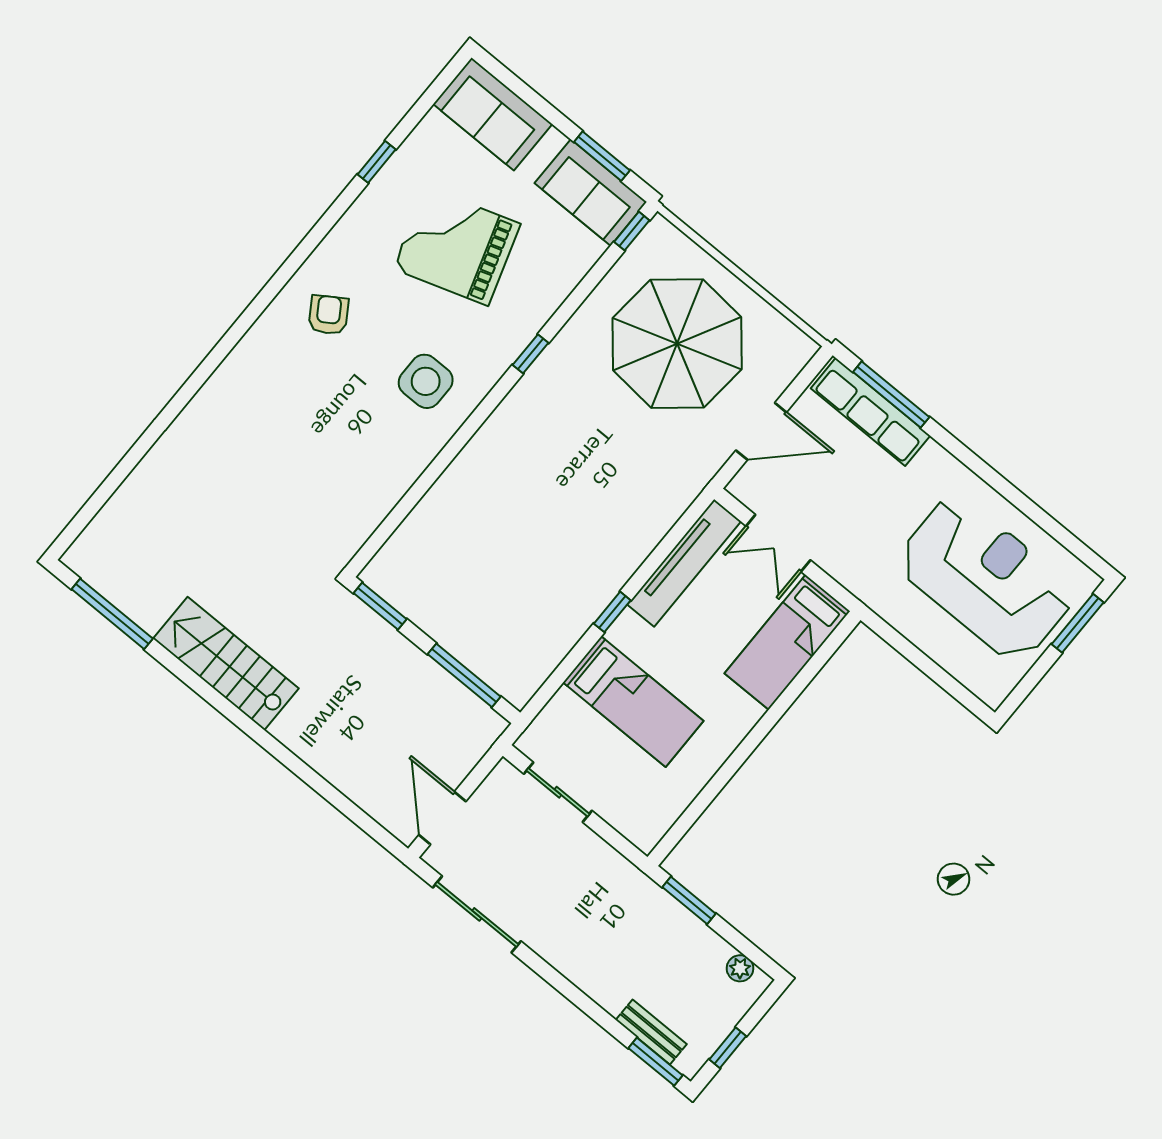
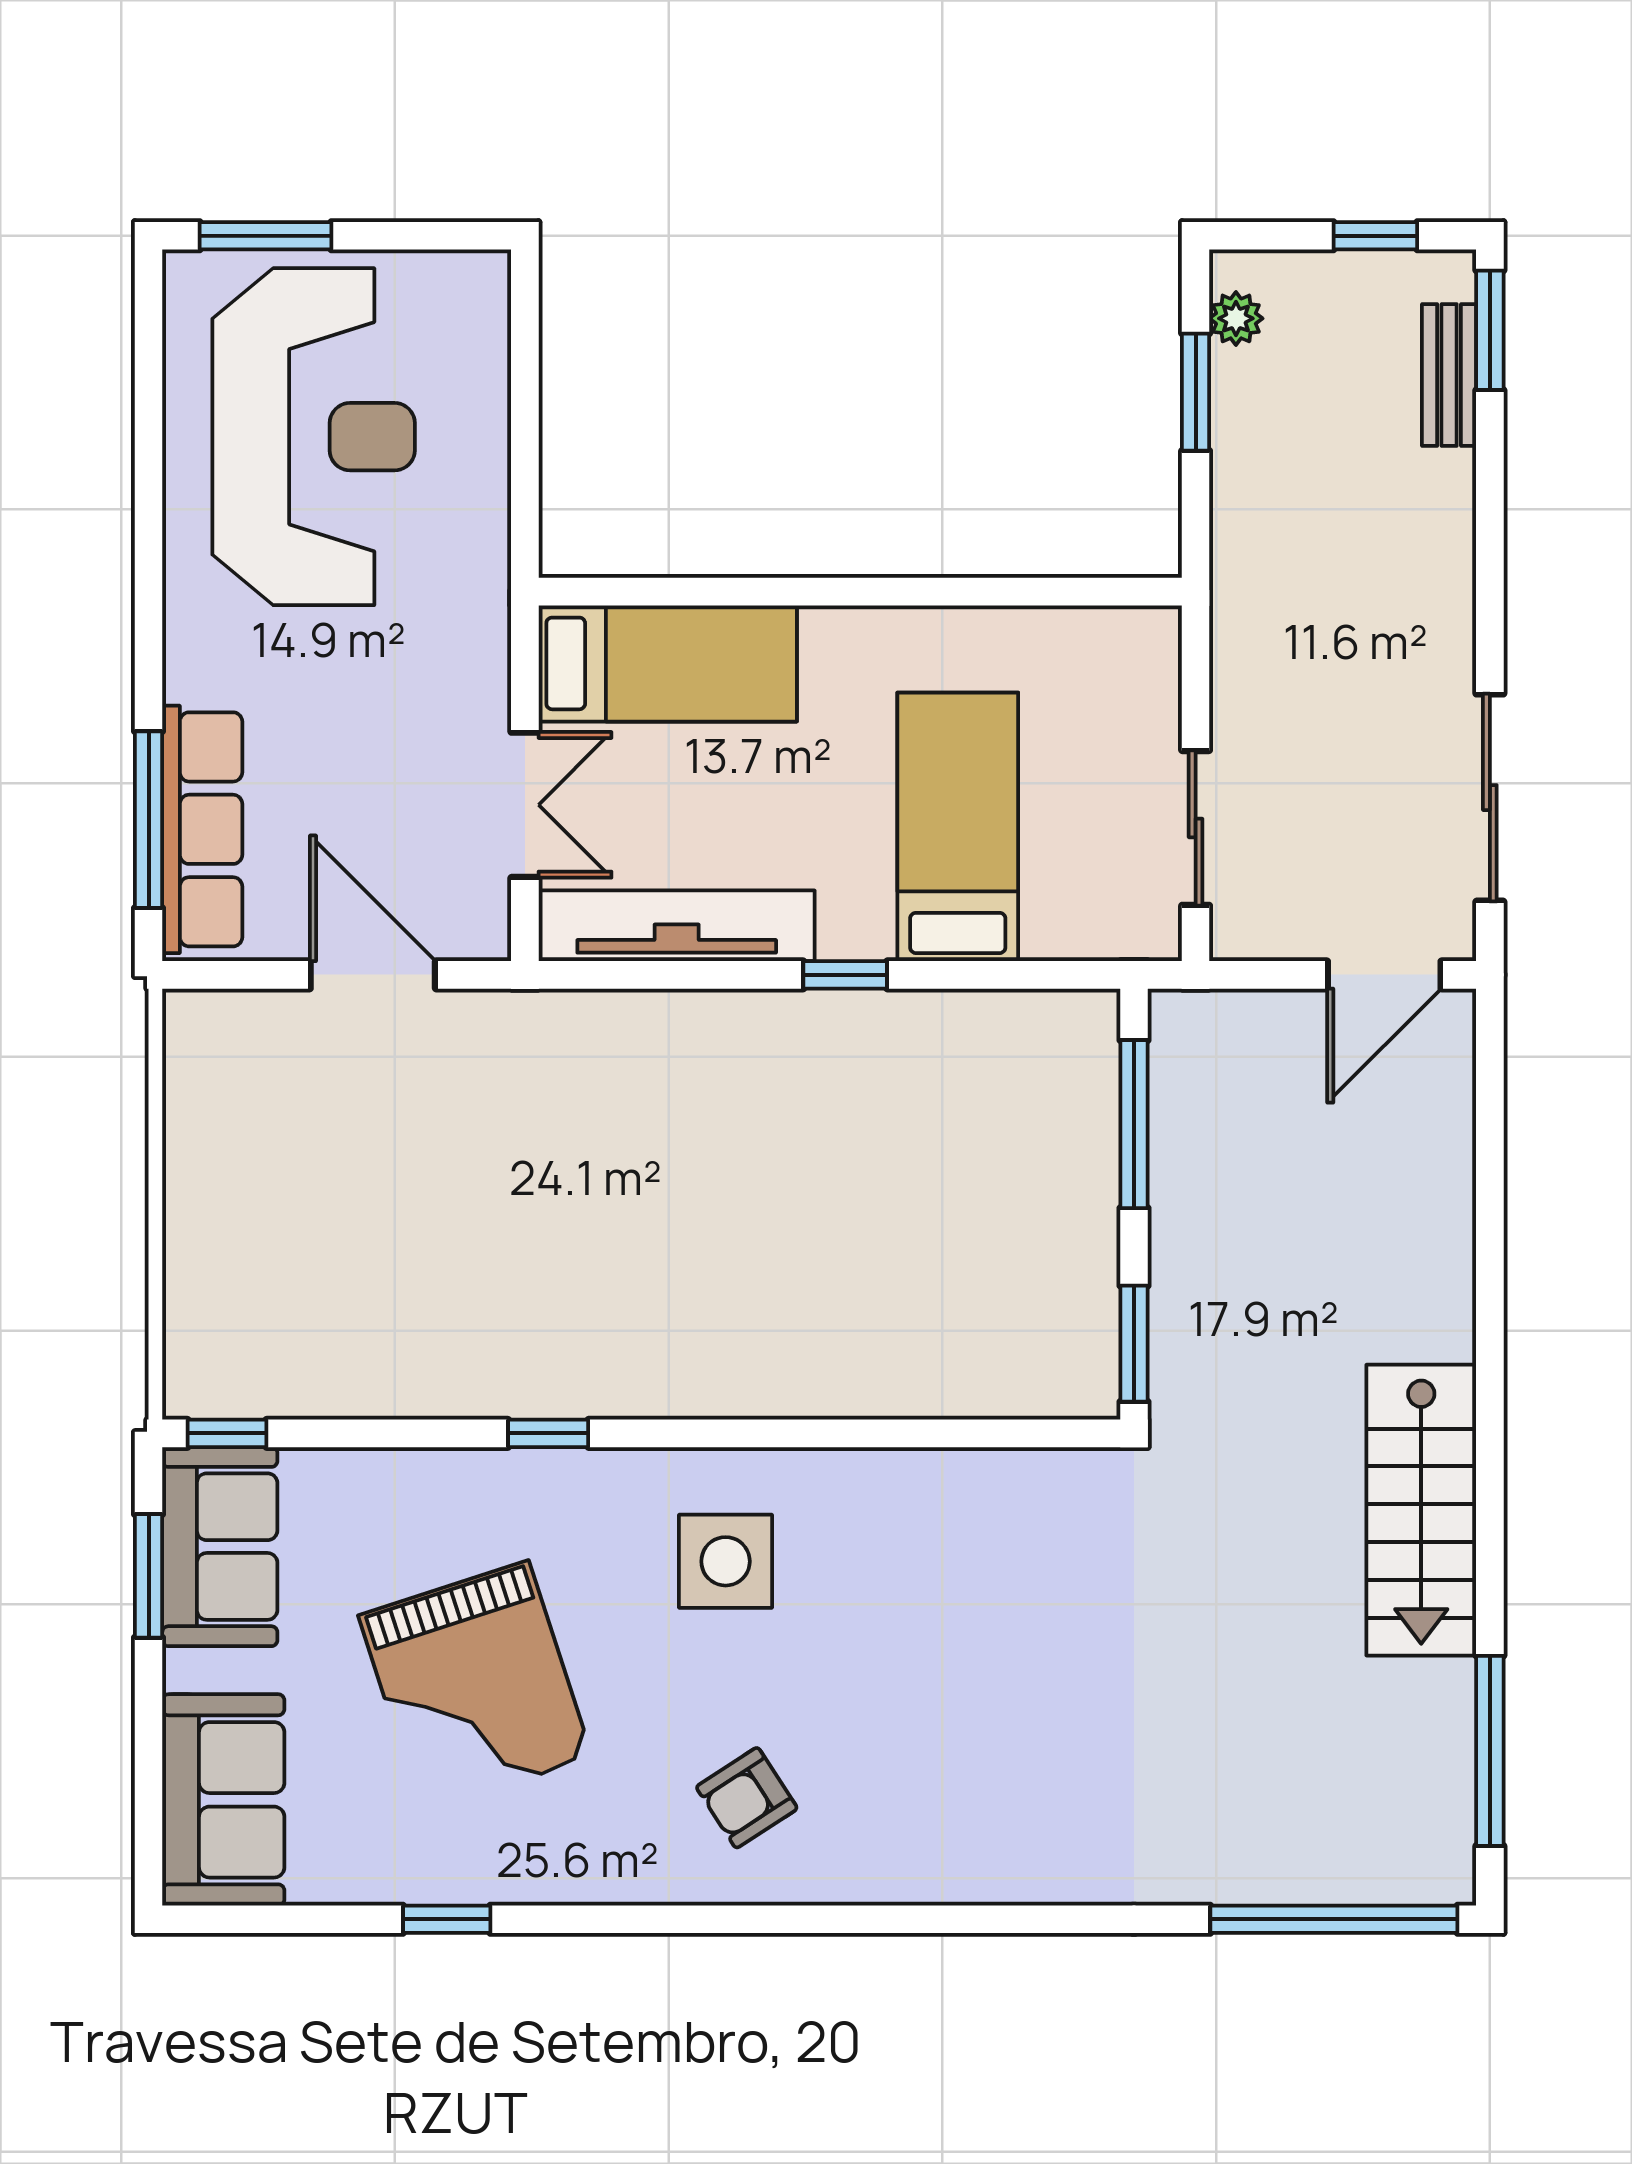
parasol: (677, 344) -> (344, 1218), removed
window: (97, 501) -> (1334, 1919), added
reception desk: (986, 578) -> (314, 437), turned 180
window: (689, 900) -> (1196, 392), moved

